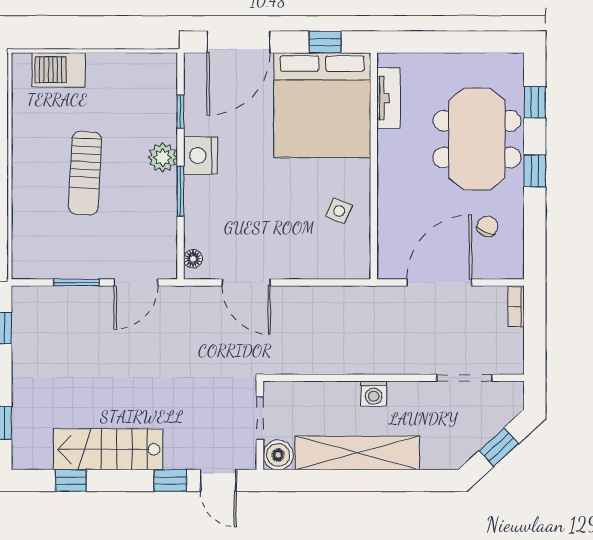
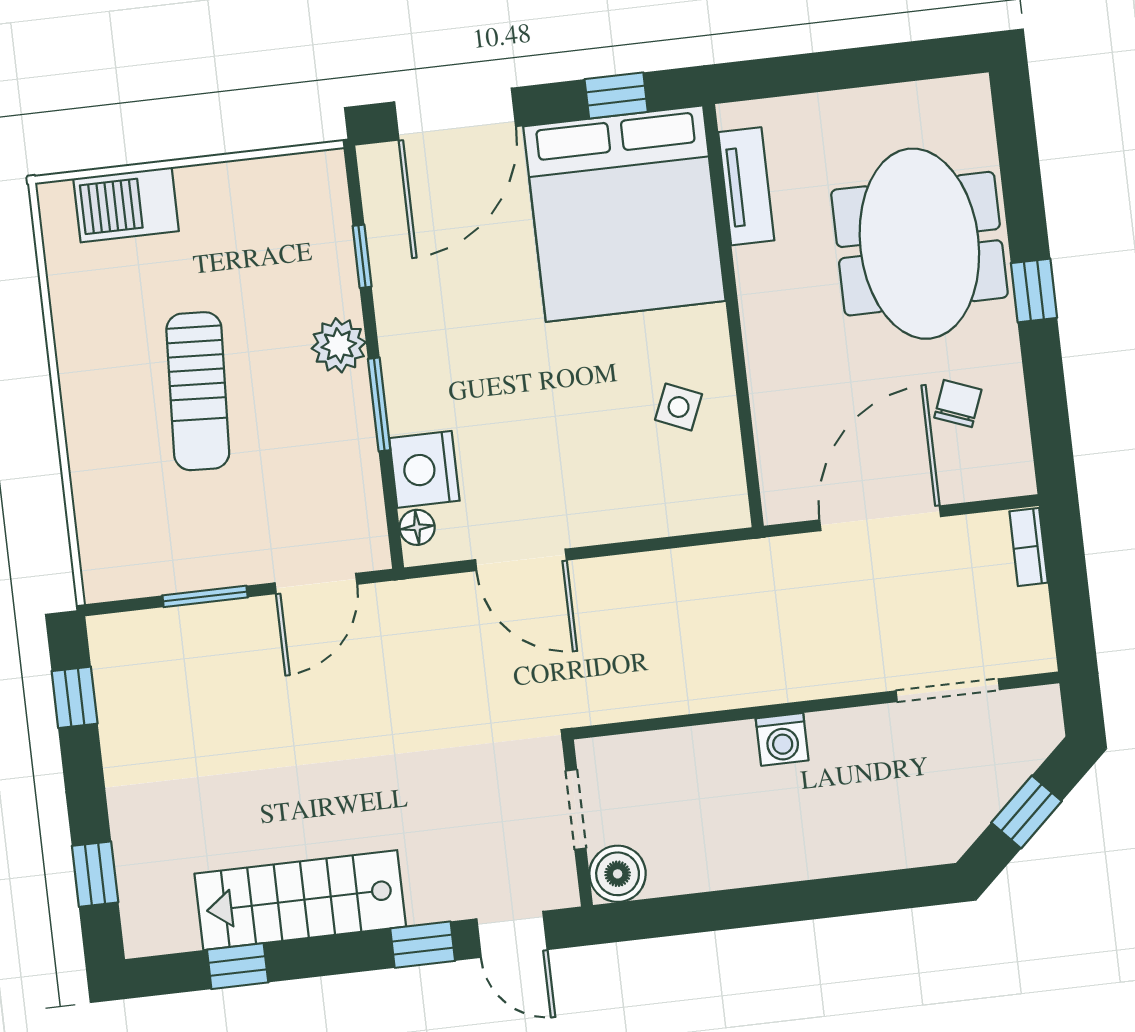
window: (535, 102) -> (1019, 163), removed
nightstand: (200, 155) -> (424, 469), moved
shelving: (357, 453) -> (765, 853), removed

